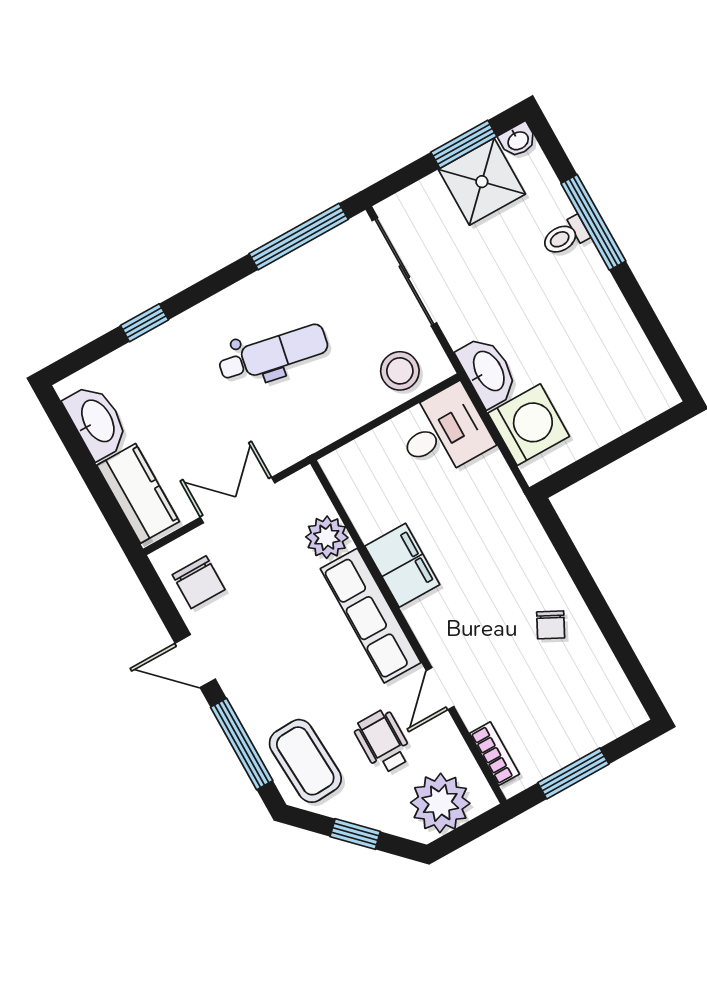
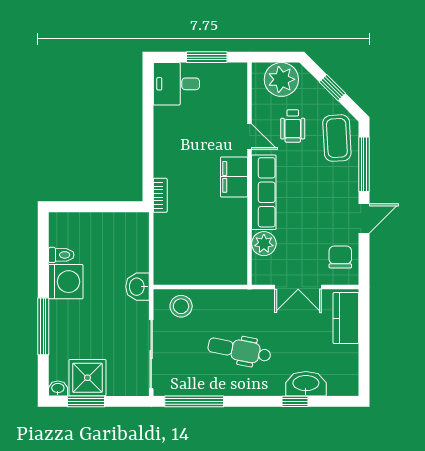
toilet: (565, 236) -> (61, 255), moved
washbasin: (488, 372) -> (137, 287), width x0.72
washbasin: (97, 421) -> (306, 384), moved, turned 90
washing machine: (529, 425) -> (66, 282), moved, turned 180
desk: (444, 432) -> (176, 84), moved
filing cabinet: (402, 565) -> (234, 177), moved
chair: (551, 625) -> (177, 137), removed
door: (195, 661) -> (364, 218), hinge flipped
door: (440, 689) -> (250, 137), hinge flipped
bookcase: (495, 754) -> (160, 195), moved, turned 180

